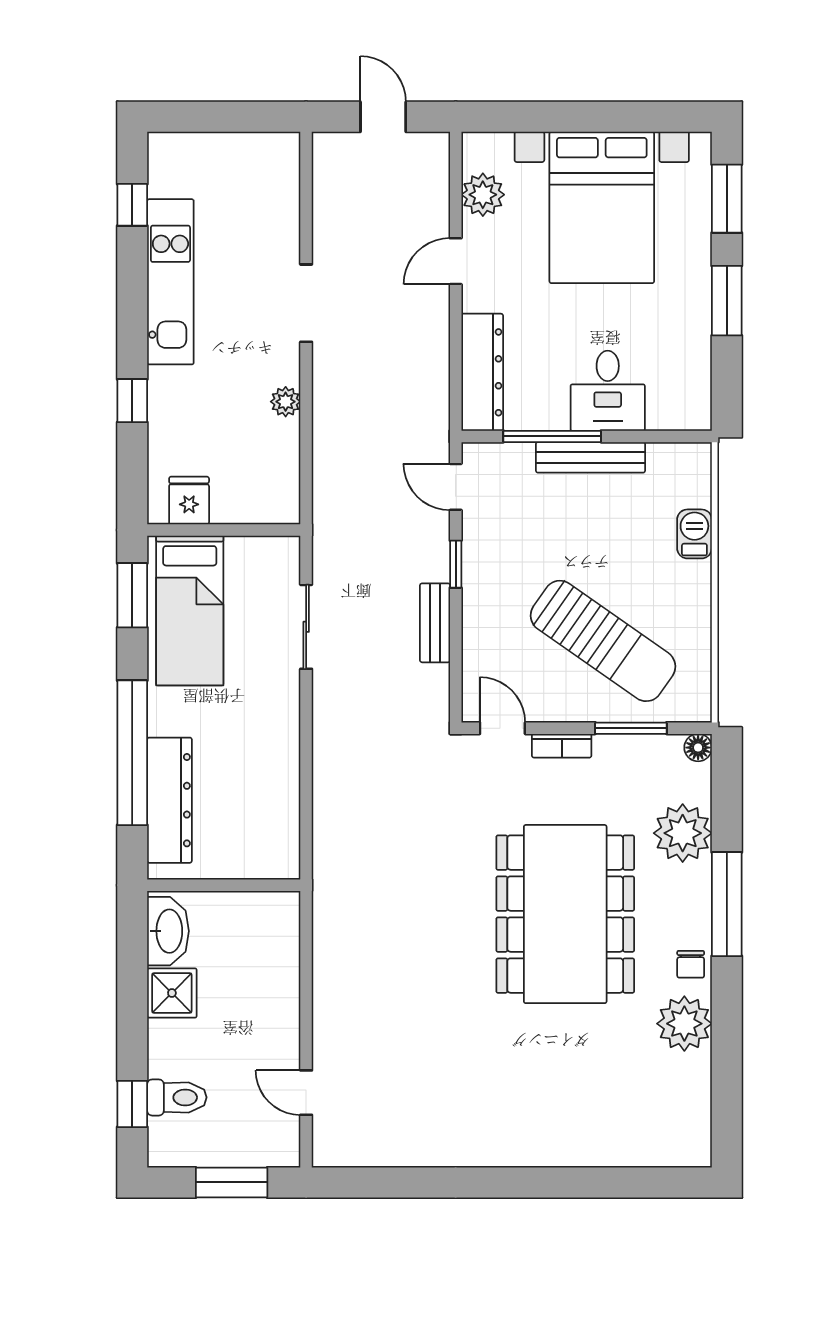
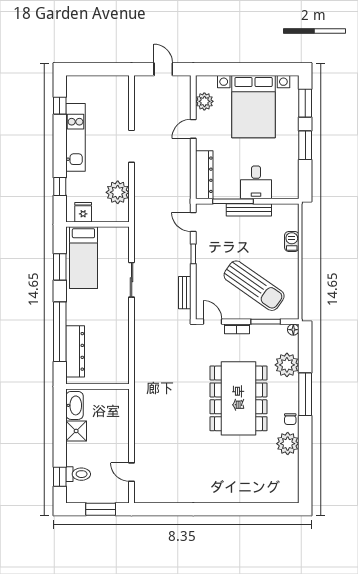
plant: (286, 402) -> (118, 192), width x1.87, depth x1.87
fridge: (189, 501) -> (83, 212), moved
wall: (224, 530) -> (98, 224), moved
bed: (190, 610) -> (83, 258), moved
bench: (435, 623) -> (185, 293), moved

